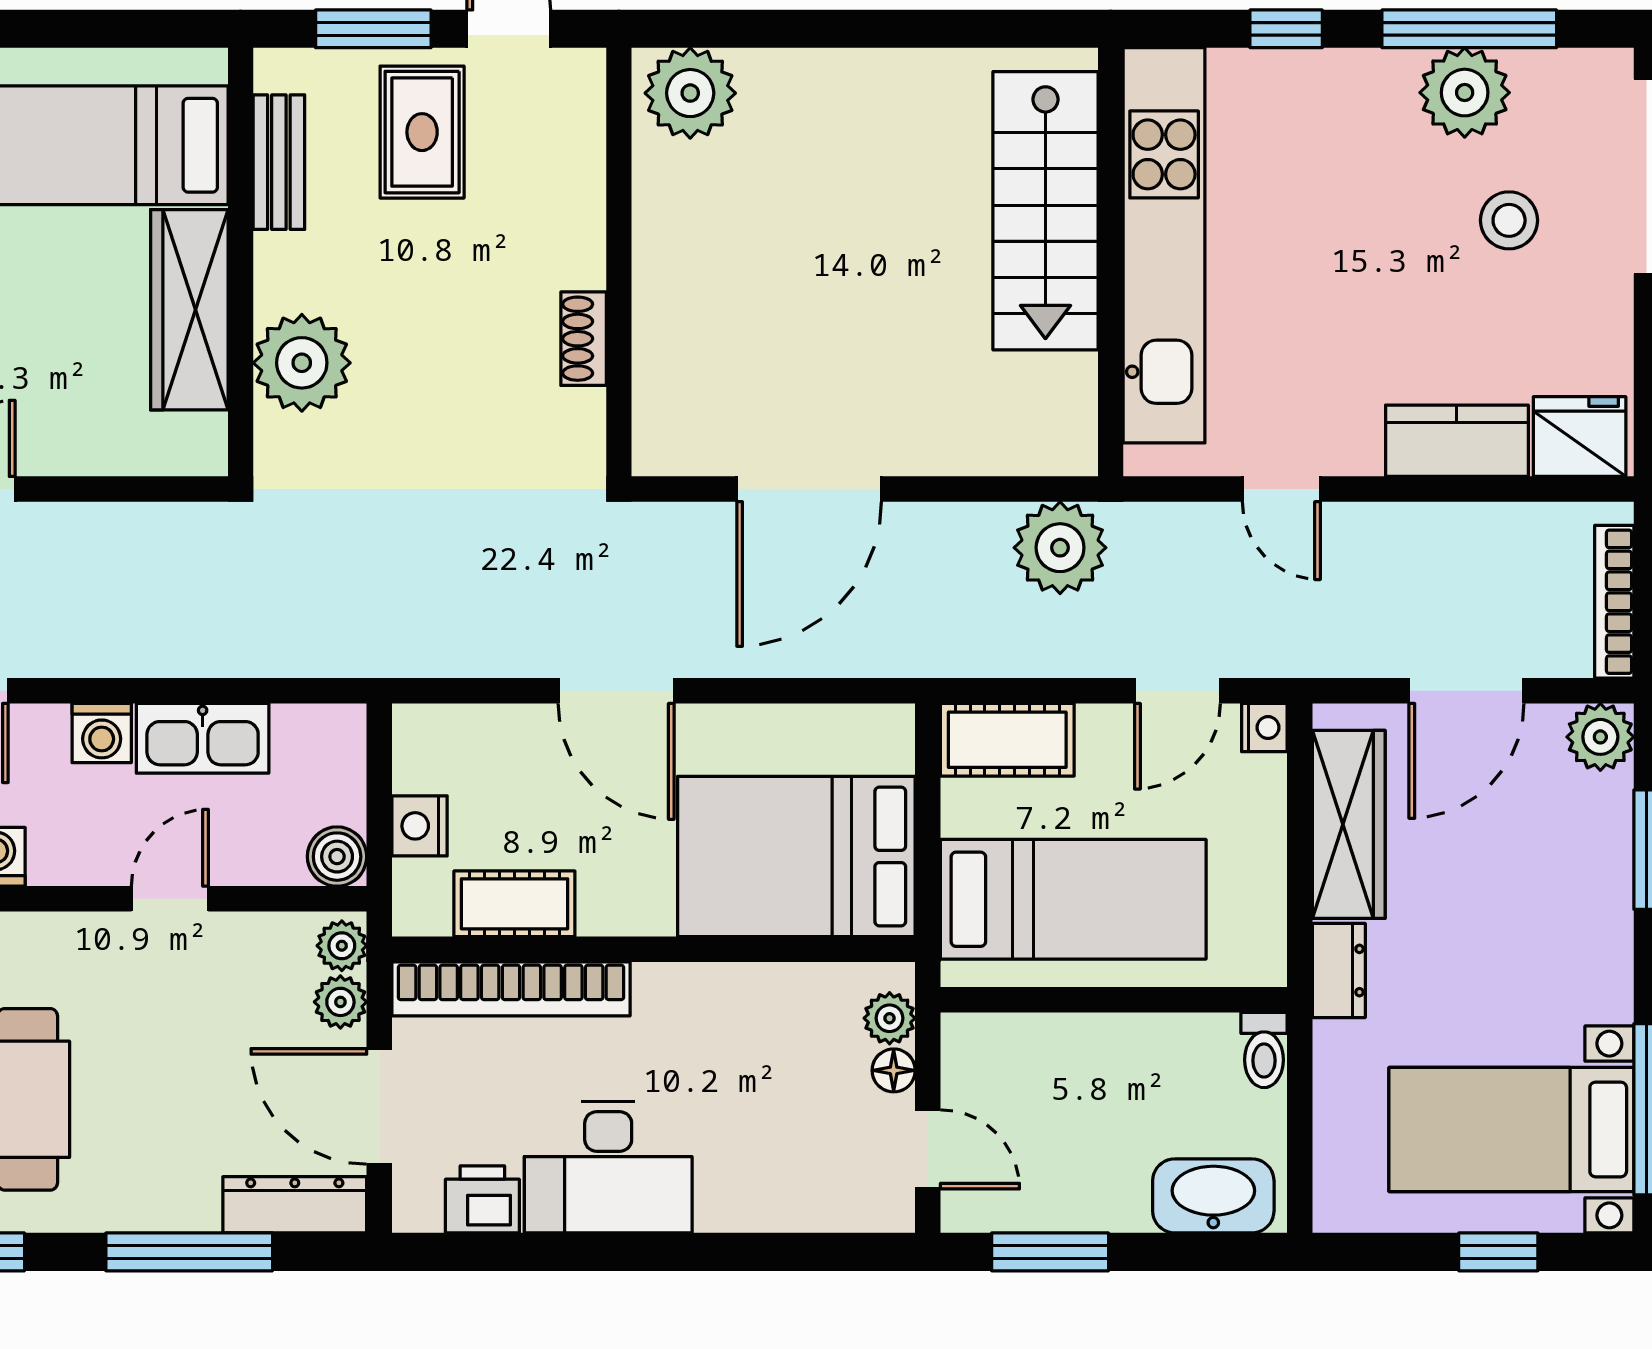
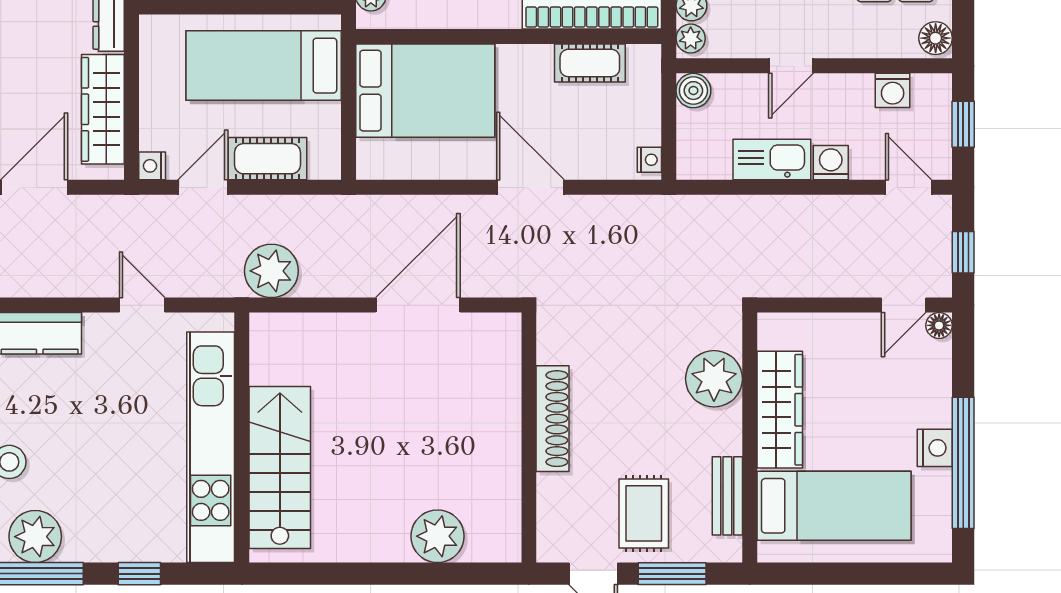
plant: (690, 93) -> (437, 536), moved
shoe rack: (584, 339) -> (553, 419), width x1.94, depth x1.24
cot: (1007, 740) -> (268, 159), moved
nightstand: (420, 826) -> (649, 160), moved, width x0.72, depth x0.74

